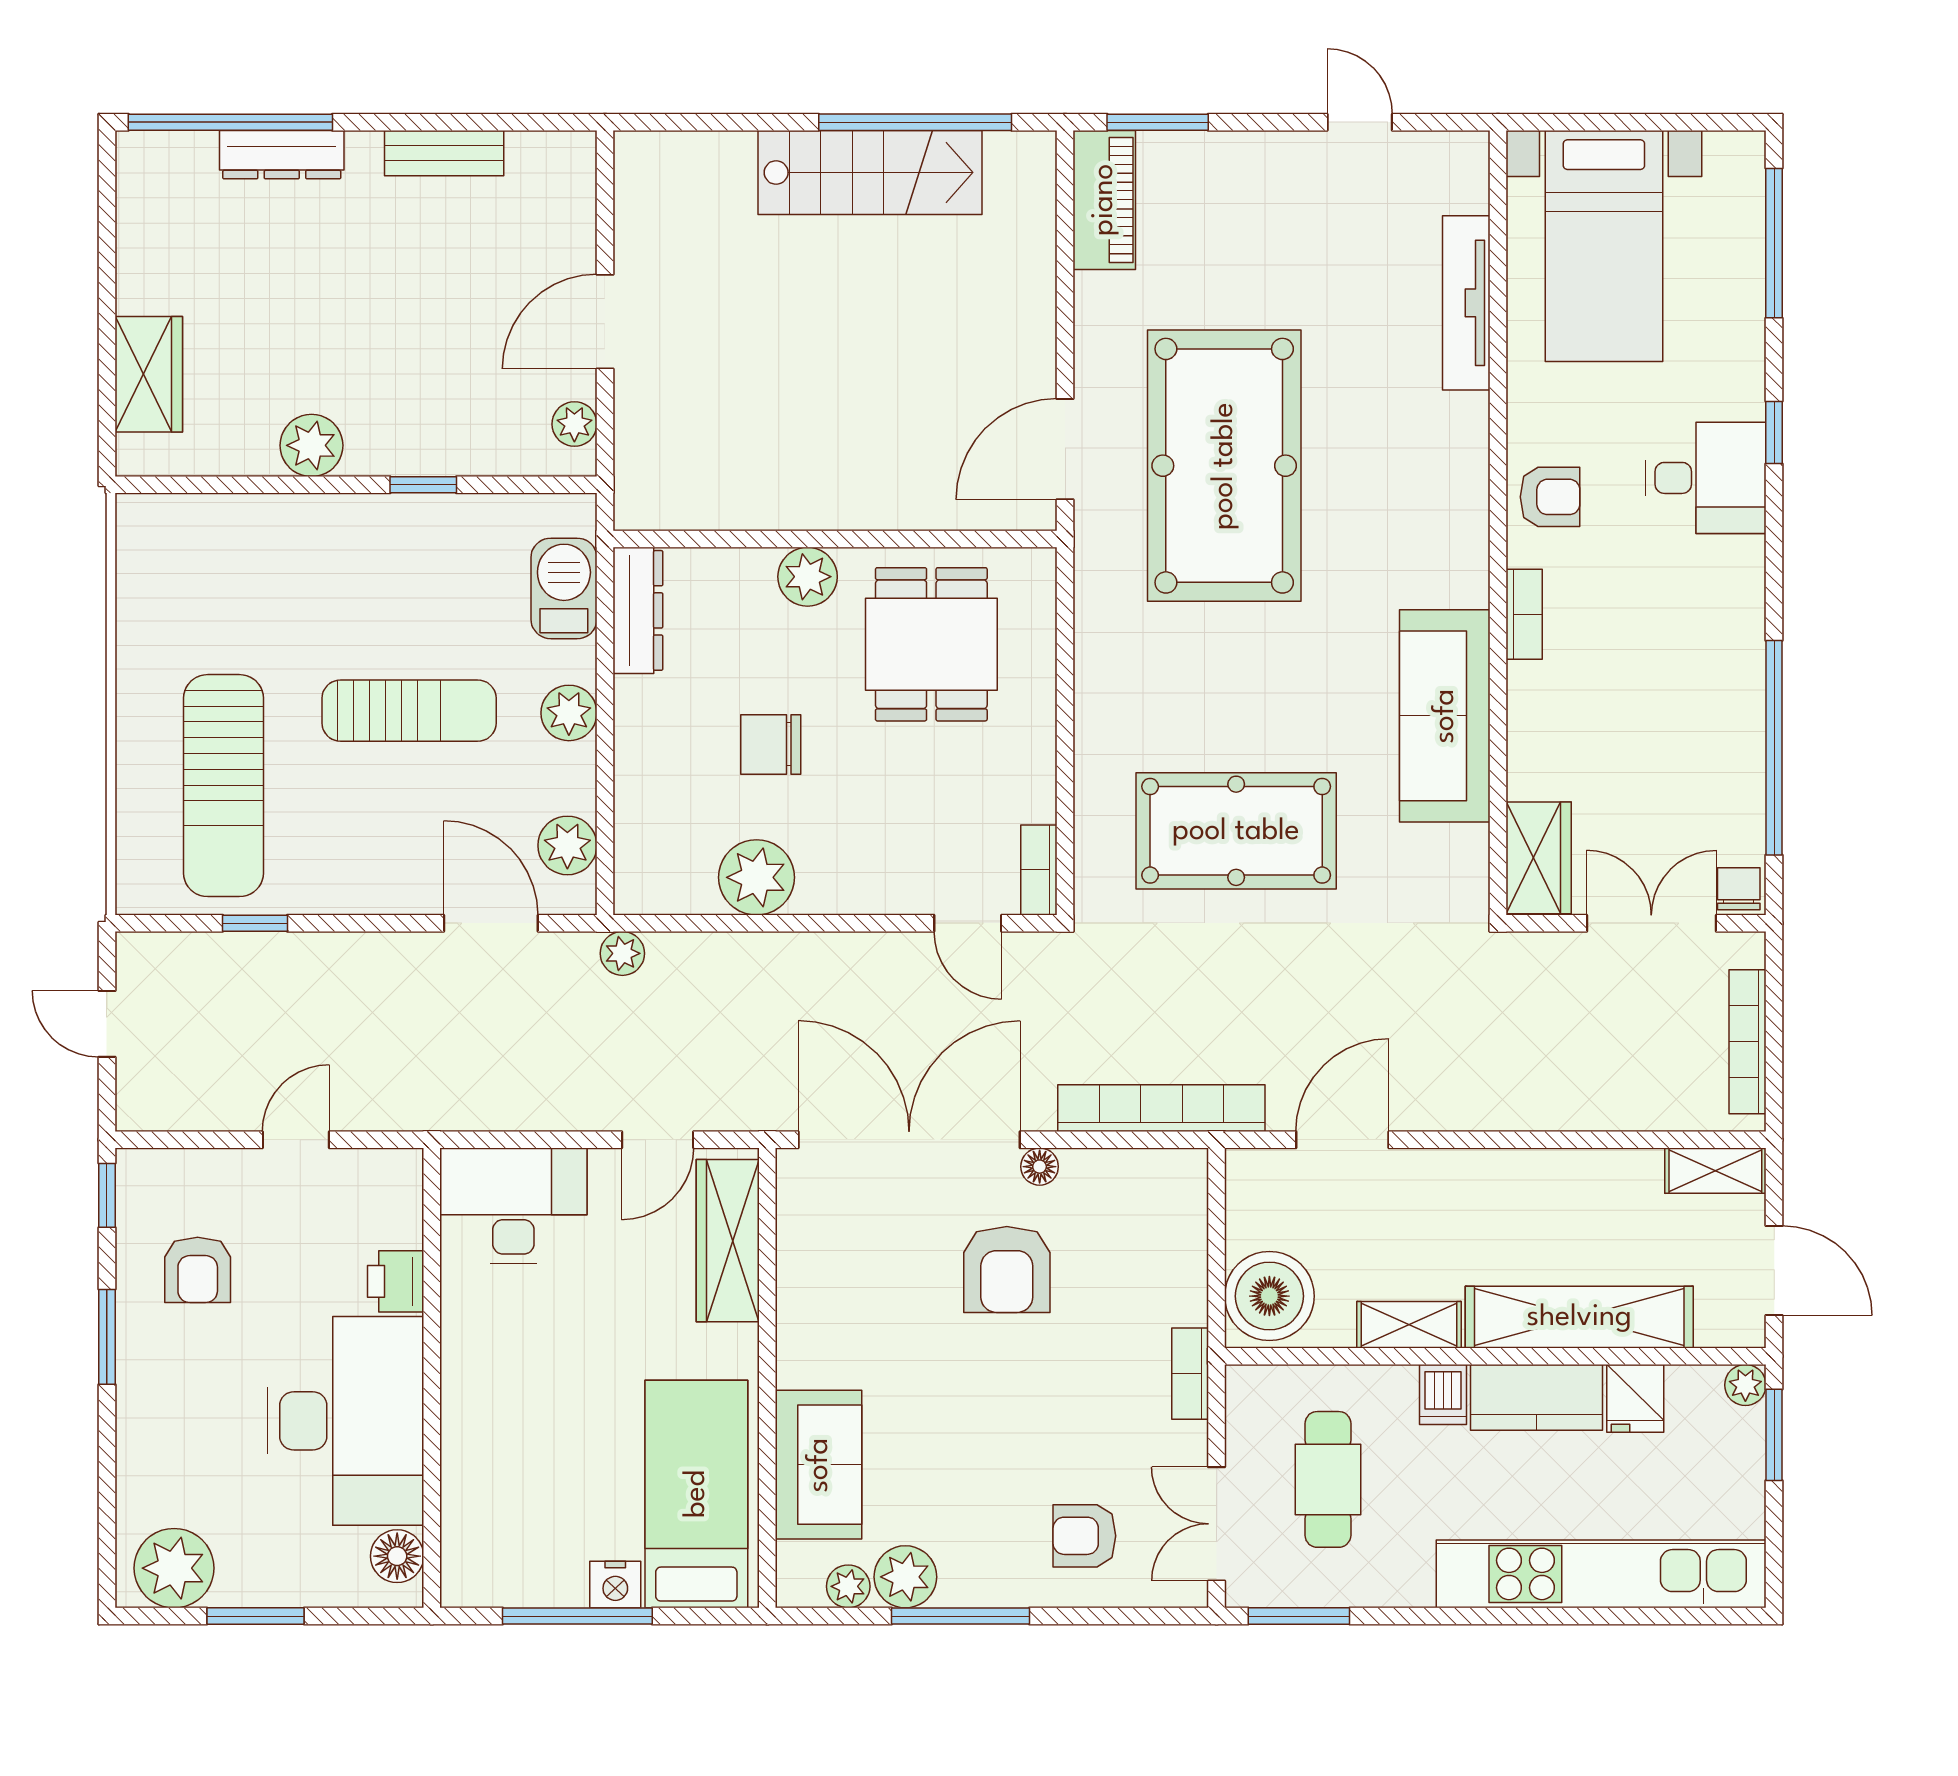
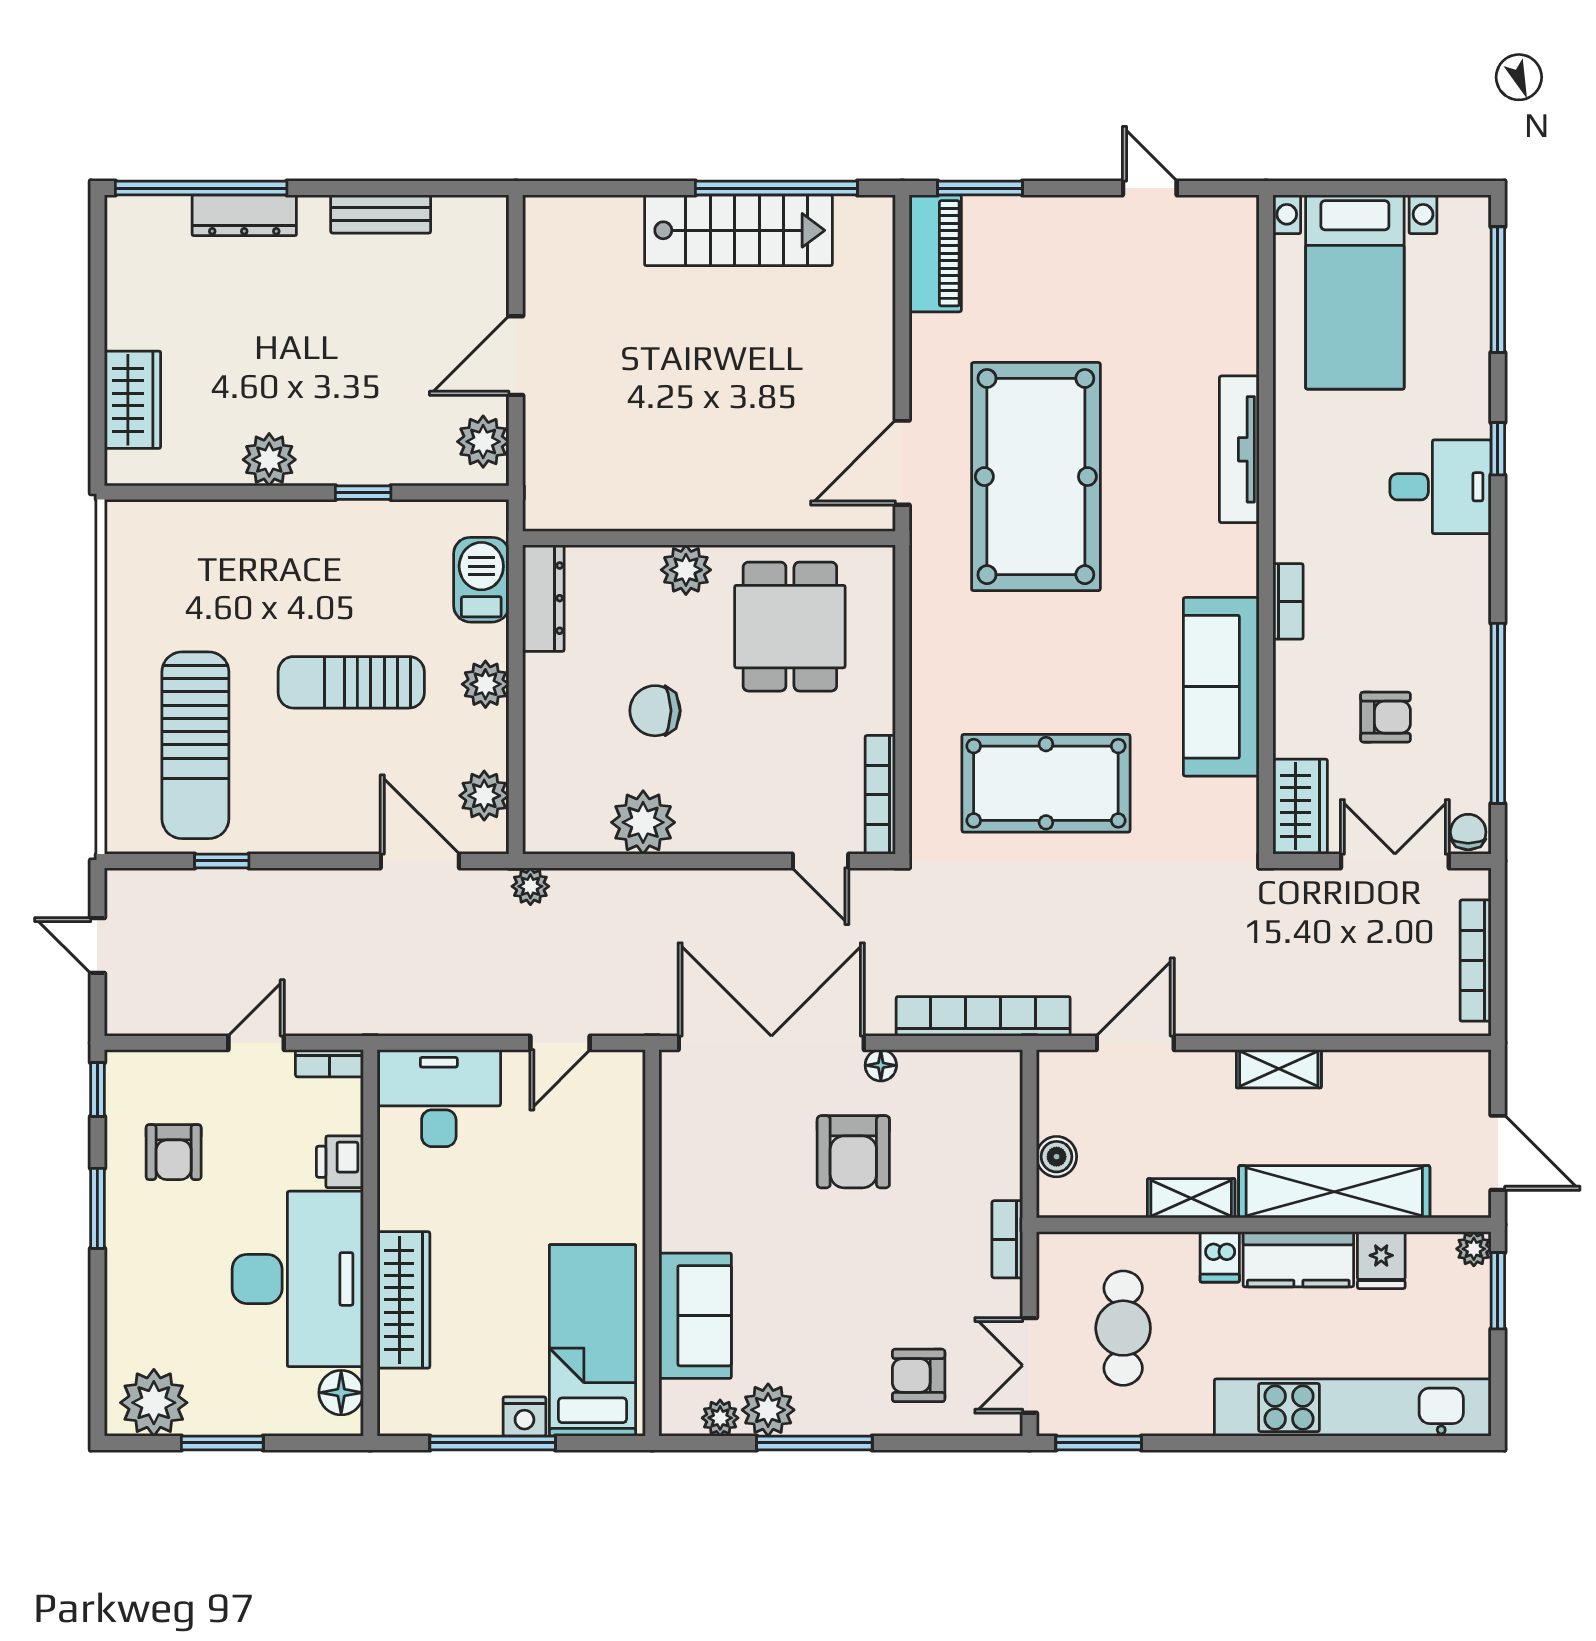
tv unit: (1466, 303) -> (1239, 449), moved
plant: (574, 424) -> (483, 442), width x1.38, depth x1.38
armchair: (1550, 497) -> (1385, 717), moved
sun lounger: (409, 711) -> (351, 682), turned 180
bookcase: (1039, 870) -> (880, 795), width x1.56
bookcase: (383, 1164) -> (329, 1063), added
shelving: (1715, 1171) -> (1279, 1069), moved
wardrobe: (728, 1241) -> (403, 1300), moved, turned 180
boiler: (1269, 1296) -> (1057, 1157), width x0.54, depth x0.54

